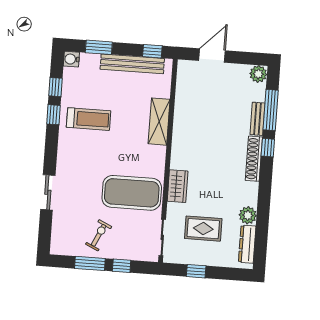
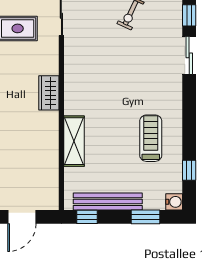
window: (53, 115) -> (189, 15), moved
treadmill: (89, 119) -> (151, 138), turned 90
wardrobe: (178, 186) -> (49, 93), moved
exercise mat: (132, 193) -> (98, 62), removed

